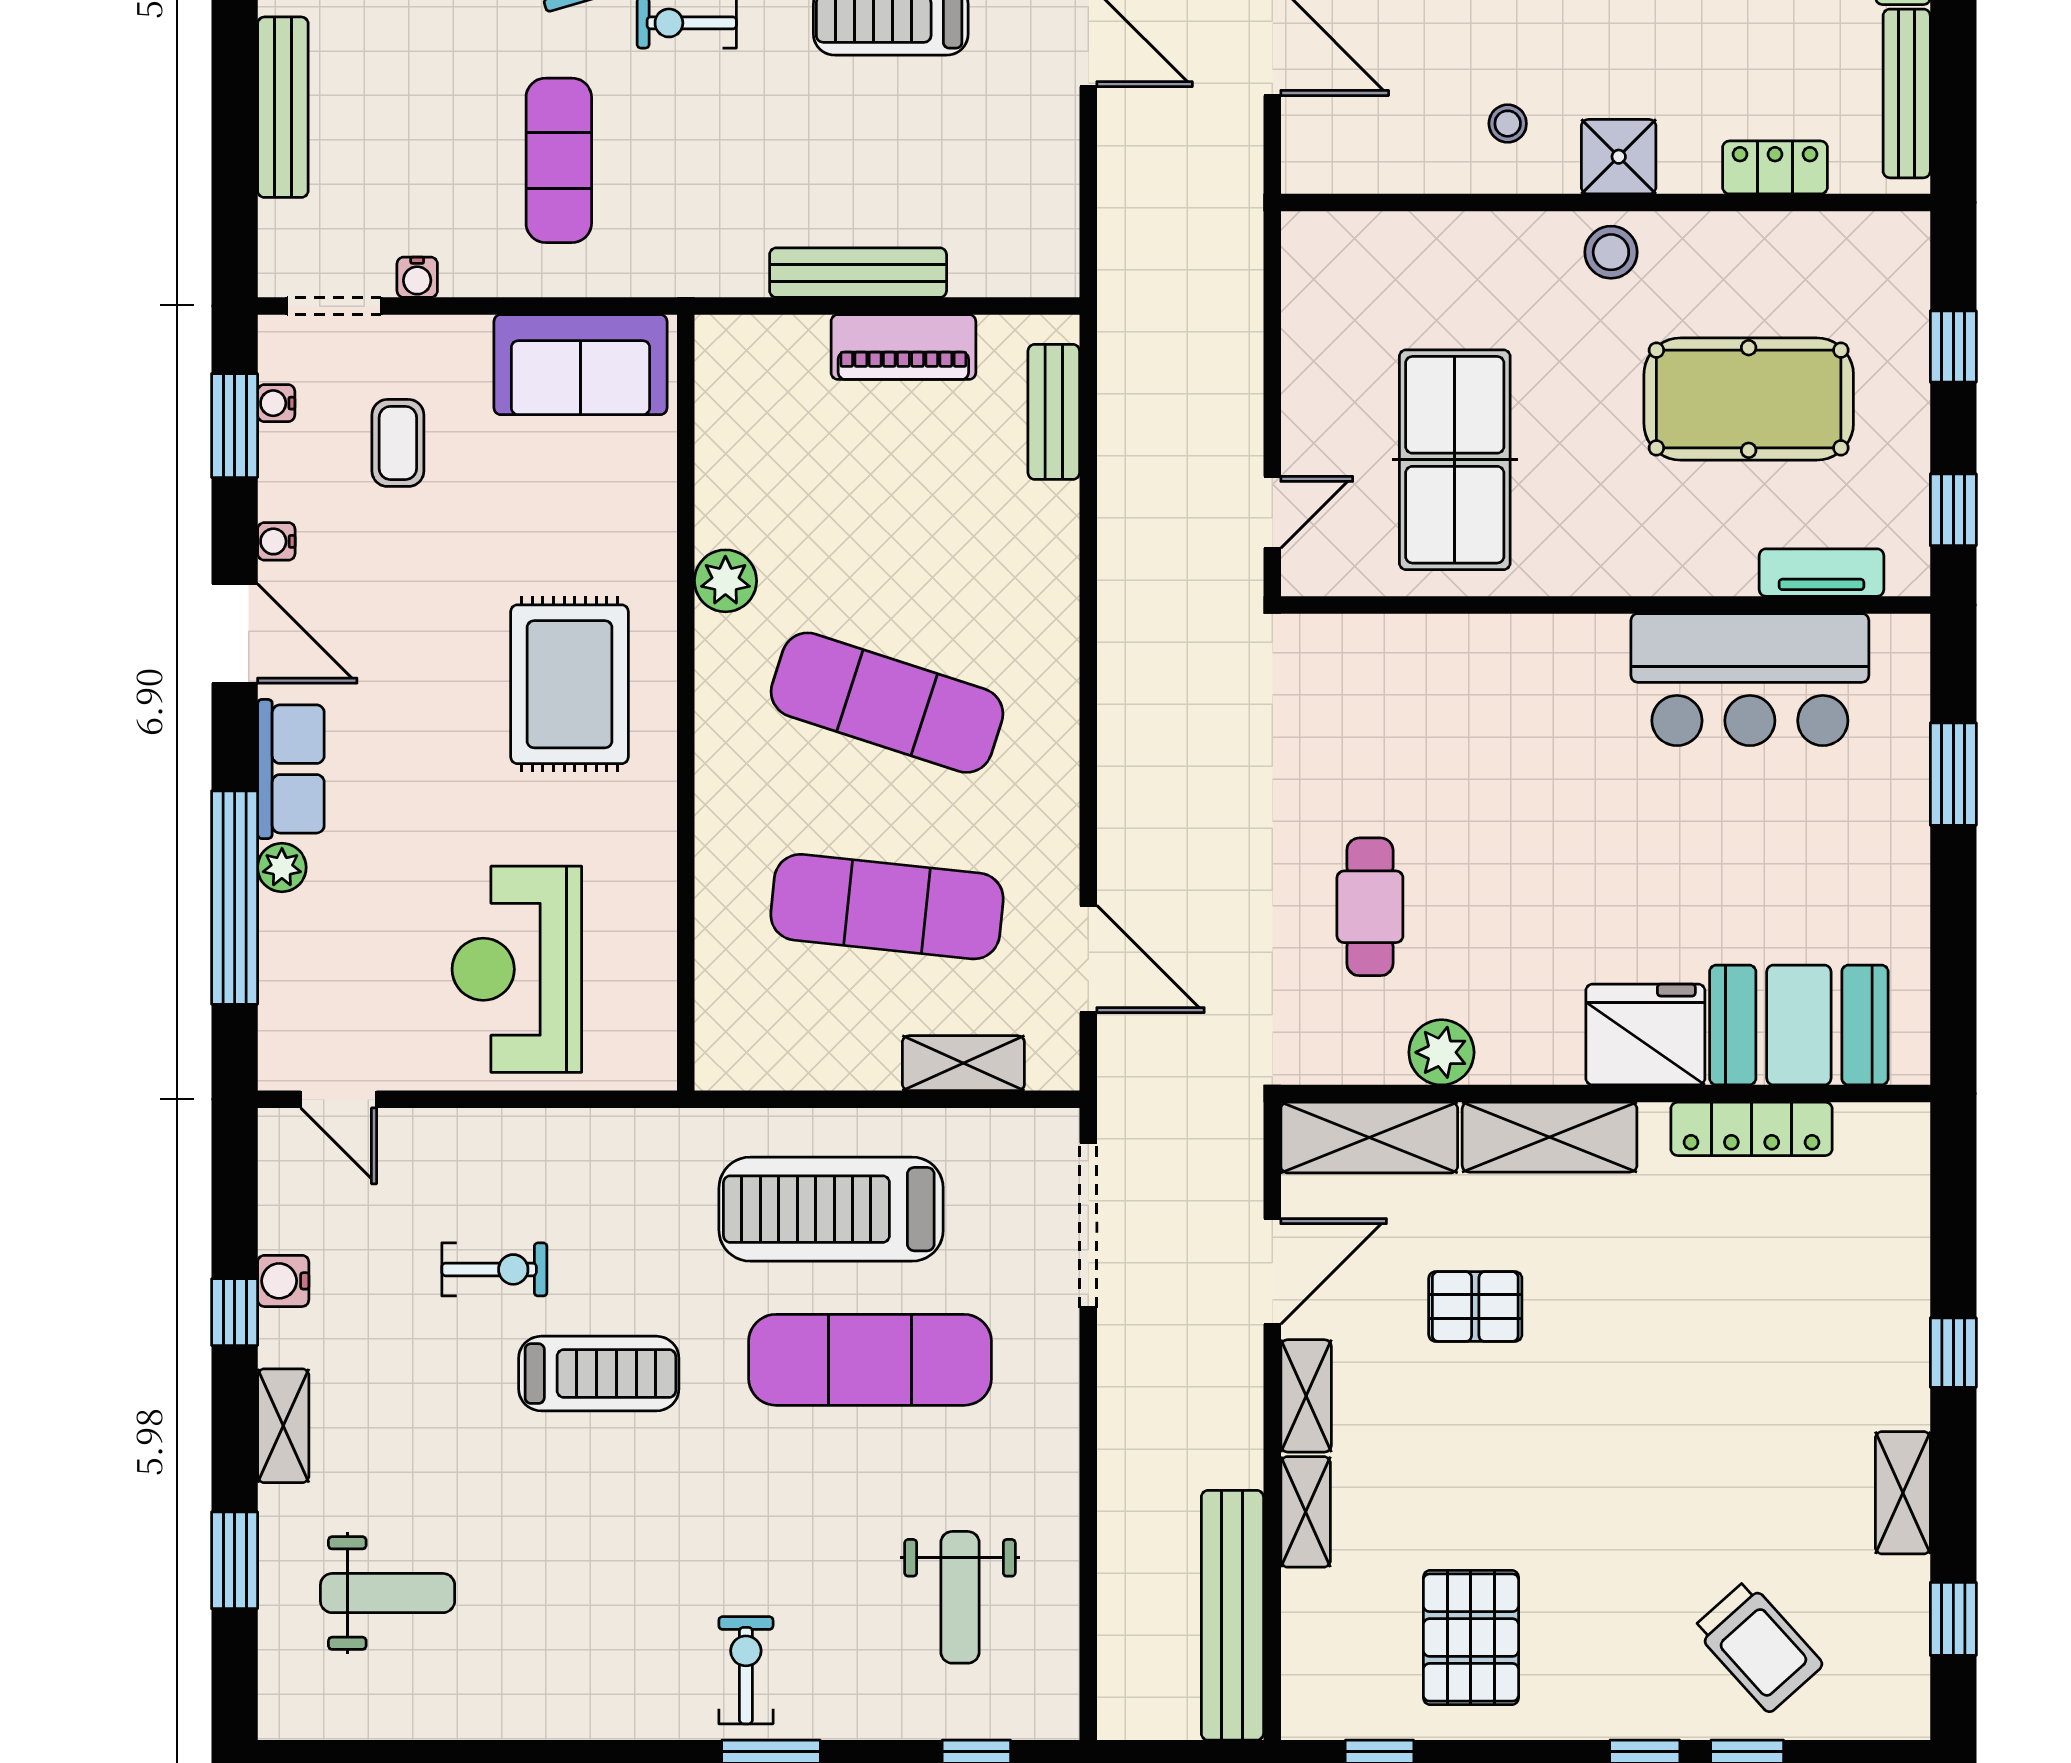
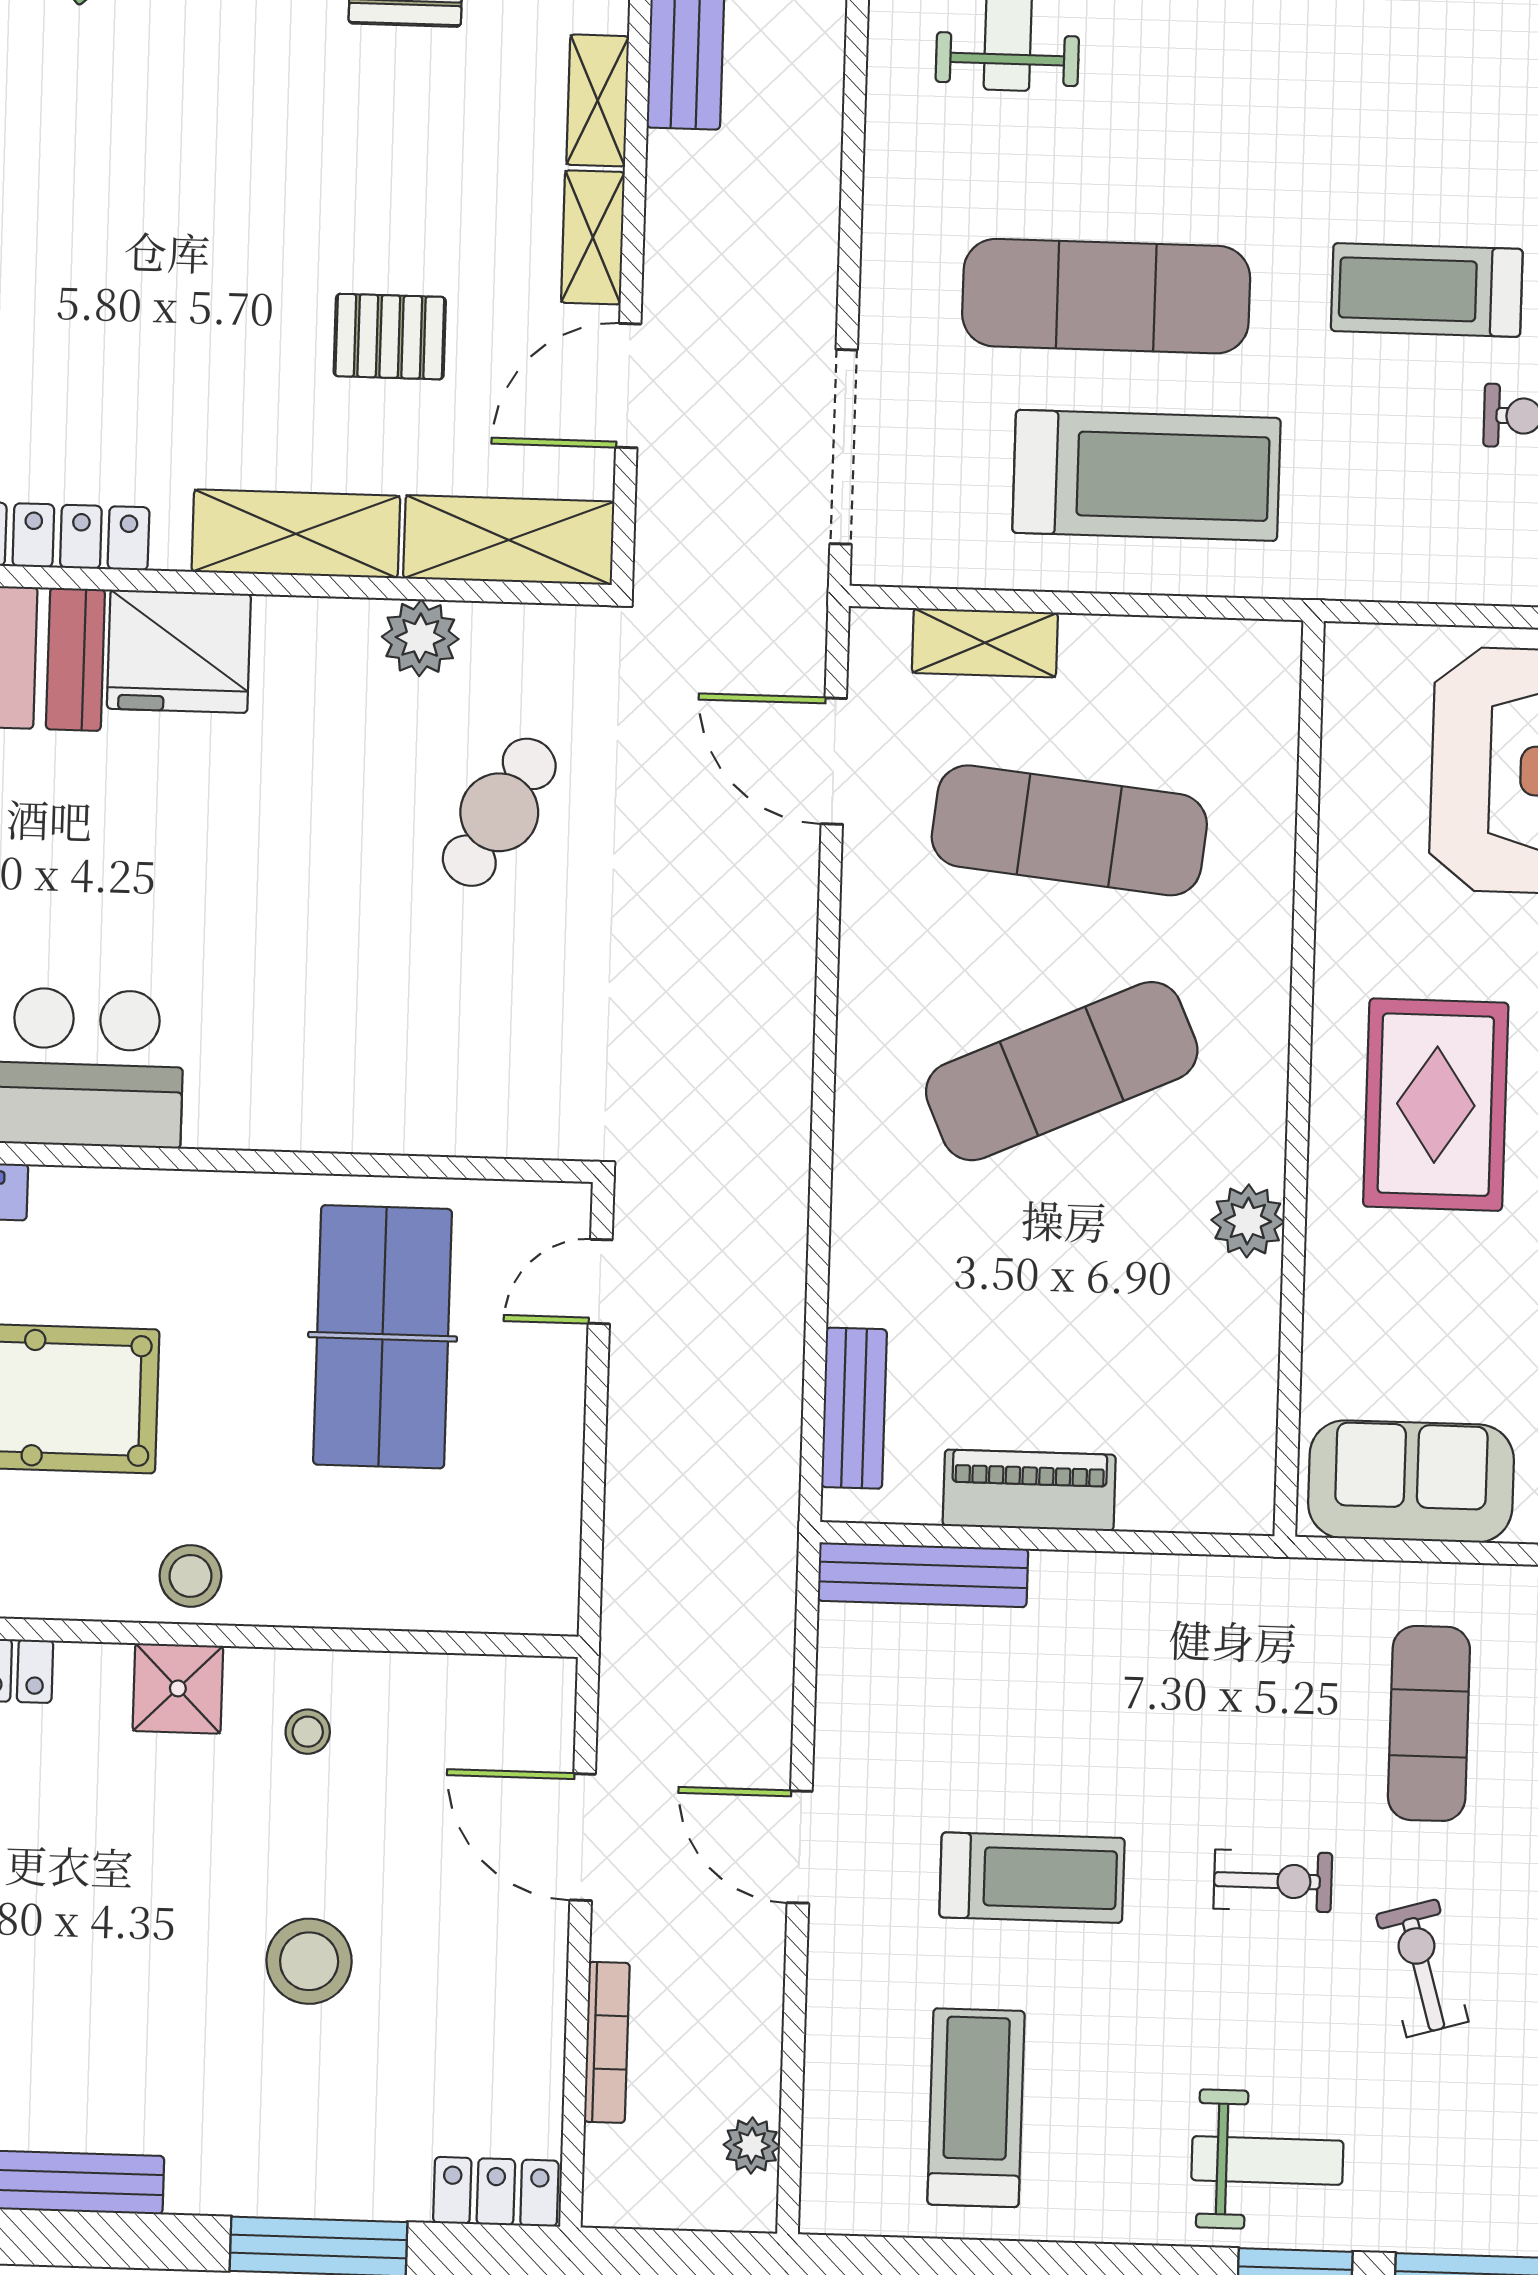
bench: (858, 273) -> (923, 1575), moved
exercise mat: (887, 703) -> (1062, 1071), turned -42
cafe table: (1370, 907) -> (499, 812), turned 30

